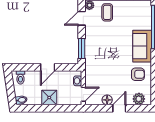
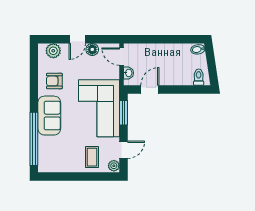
corner sofa: (102, 52) -> (99, 108), added
door: (48, 67) -> (150, 90), moved
door: (83, 94) -> (121, 57), hinge flipped
shower: (49, 98) -> (163, 52), removed

